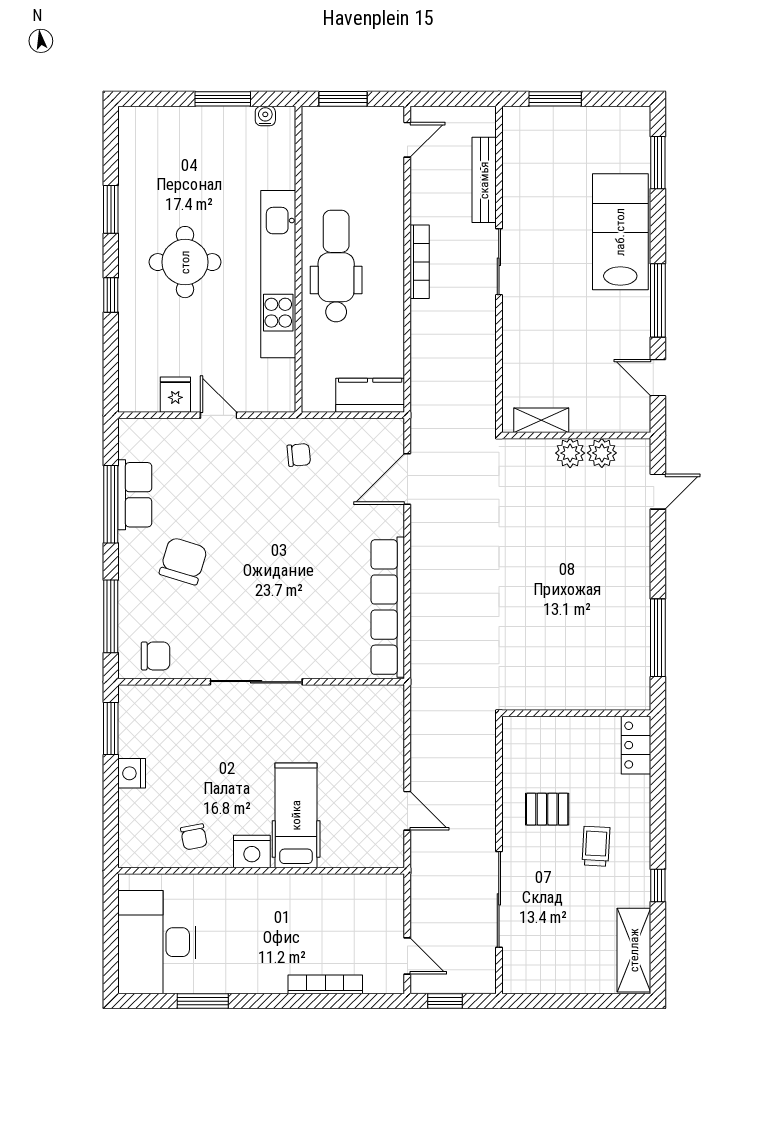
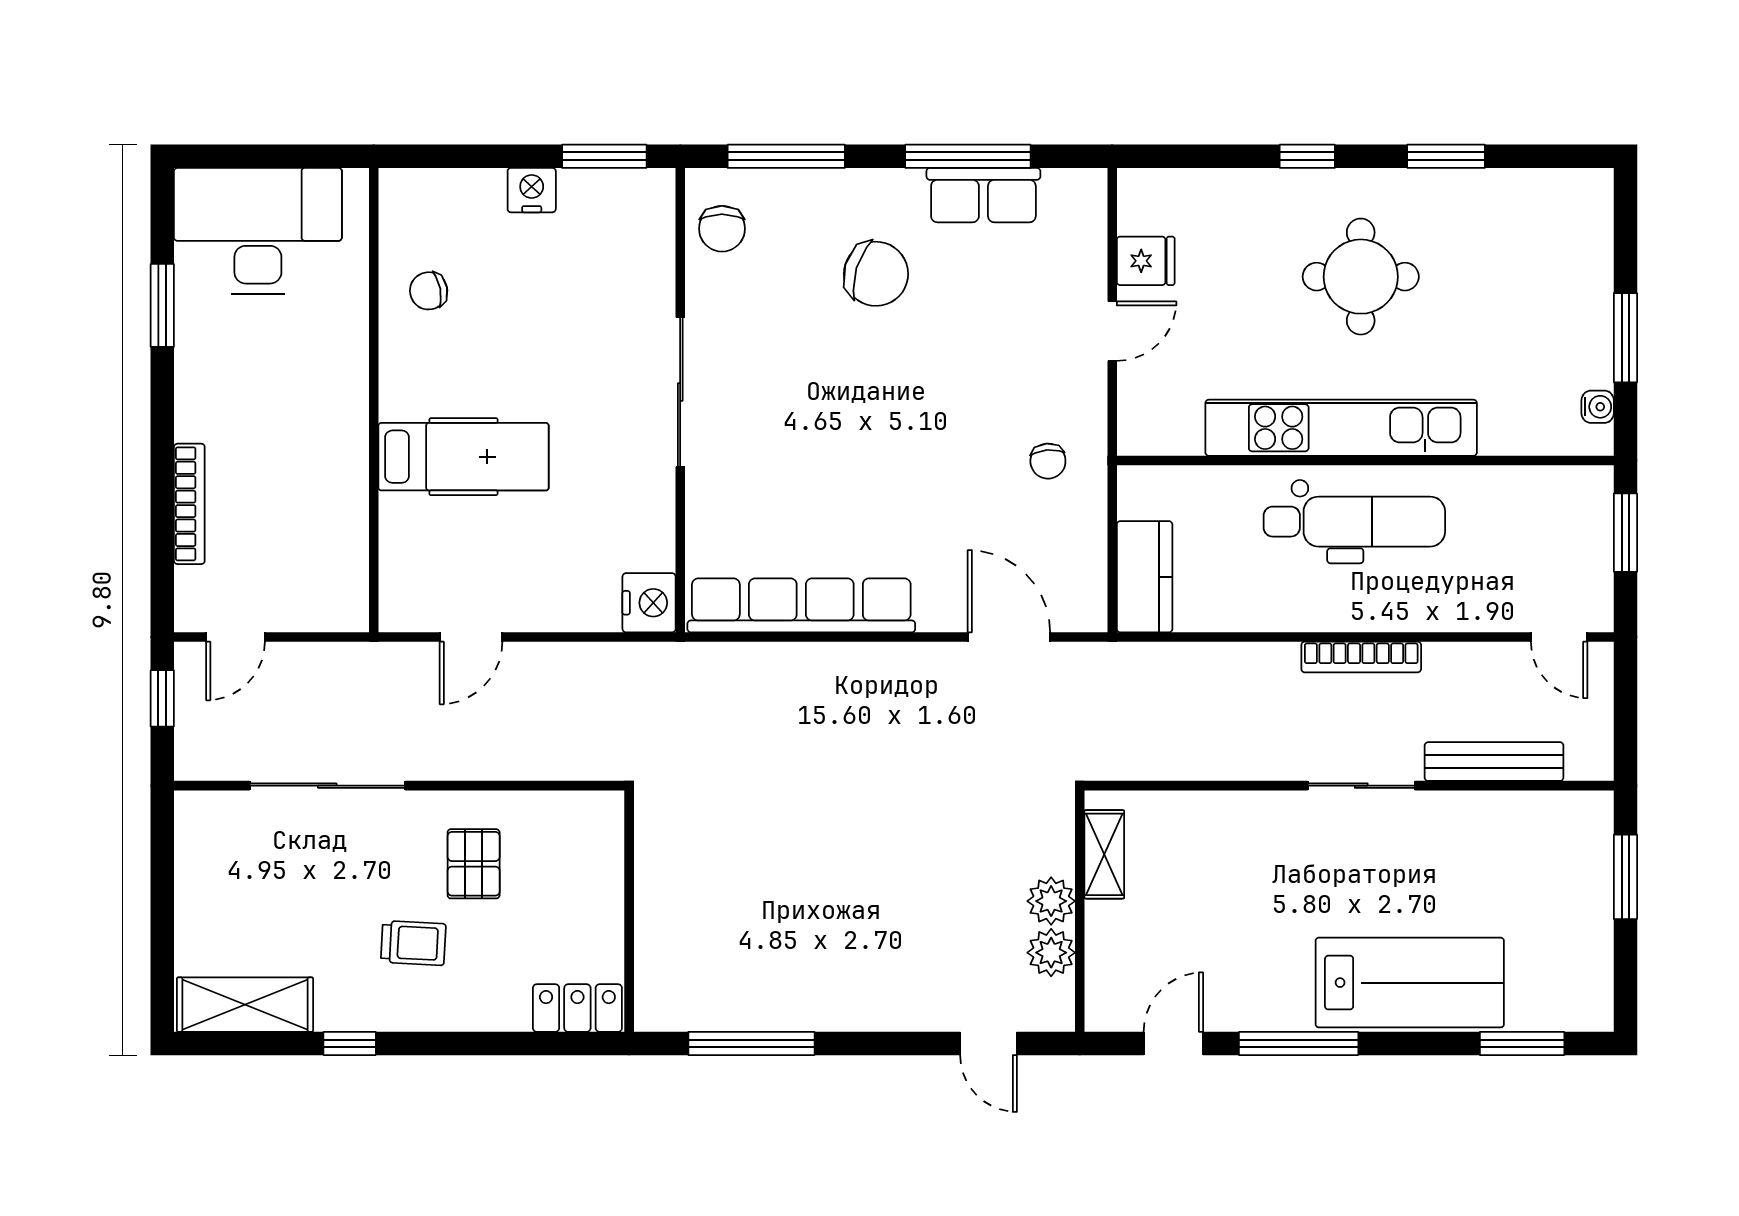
nightstand: (252, 852) -> (649, 603), moved, turned 180

